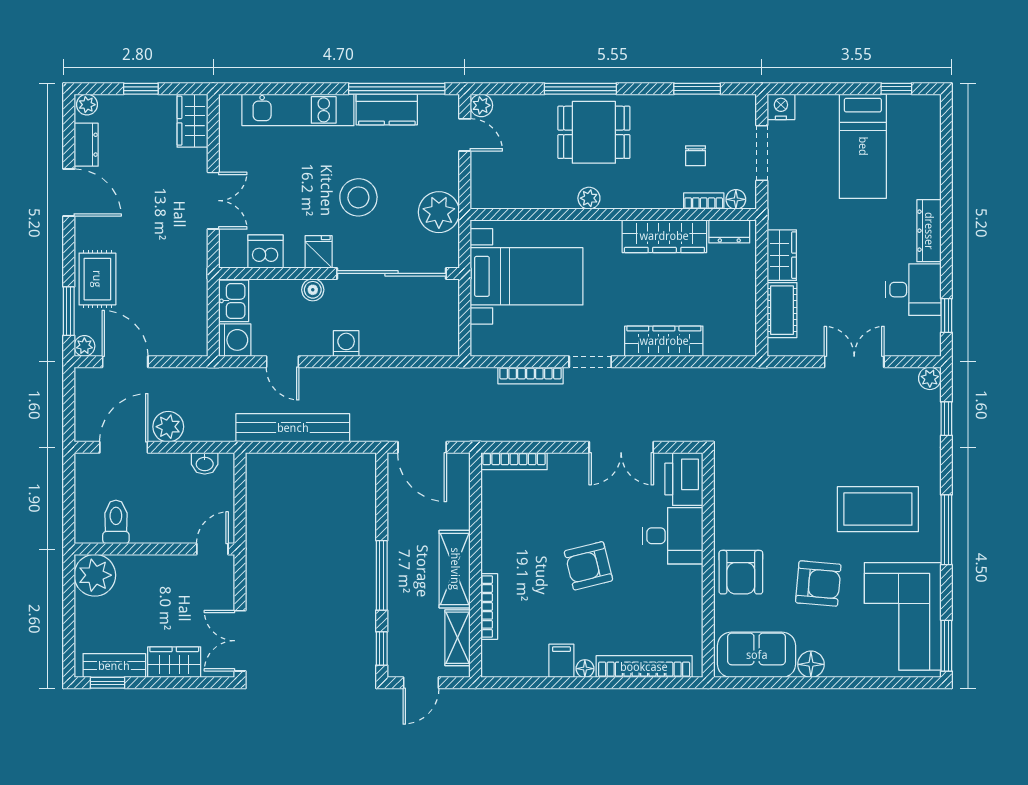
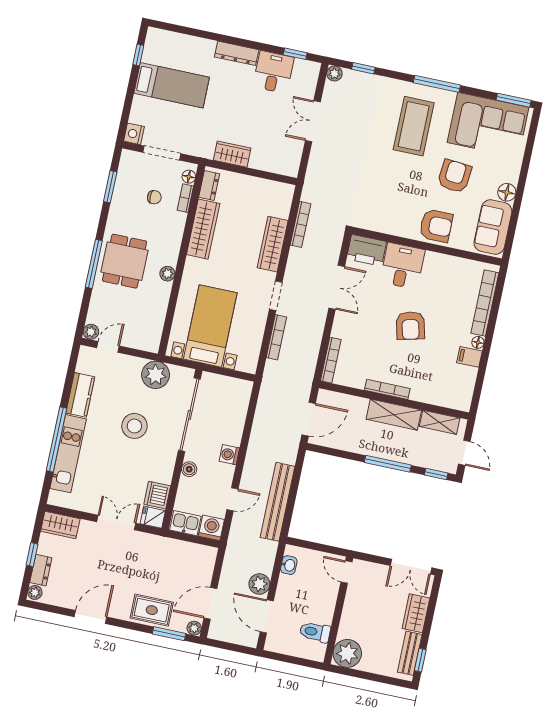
window: (397, 89) -> (57, 439), moved
dresser: (86, 145) -> (41, 570), moved, turned 90
fridge: (319, 252) -> (153, 517), moved
cot: (782, 310) -> (269, 162), removed
bookcase: (701, 376) -> (300, 224), added
bookcase: (489, 606) -> (387, 389), moved

